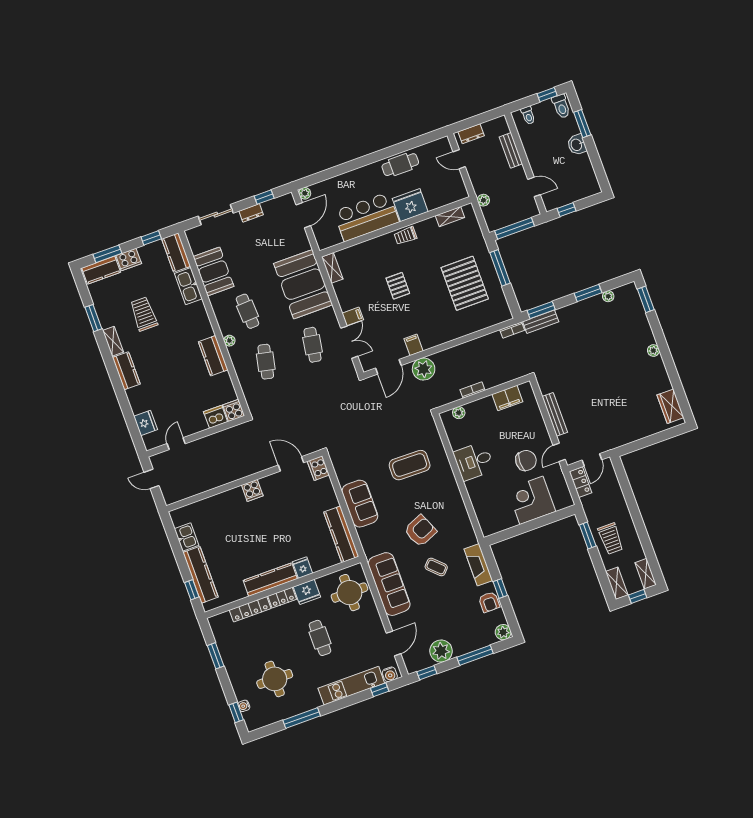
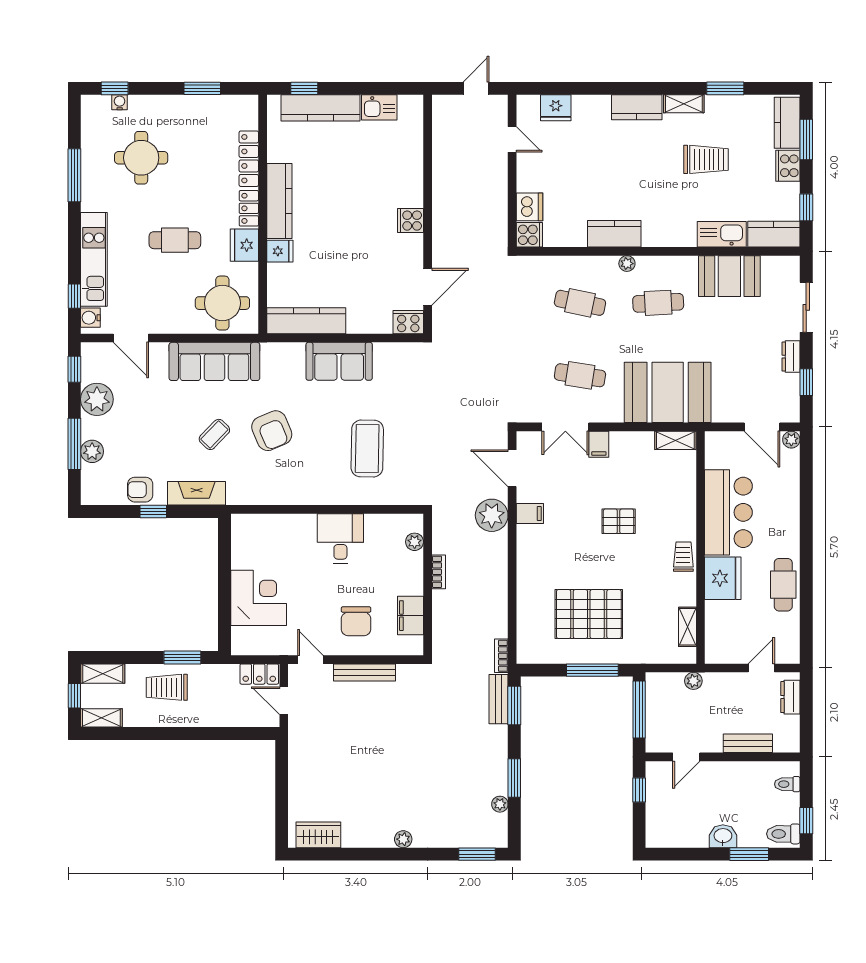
chair: (526, 460) -> (356, 621), moved
plant: (503, 632) -> (92, 451), moved

